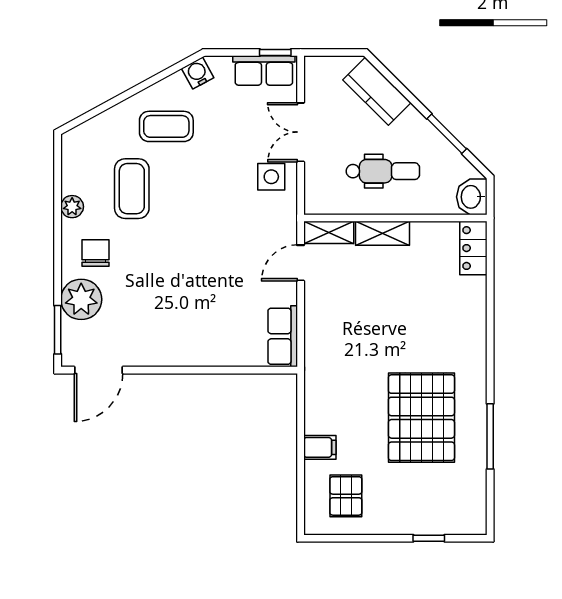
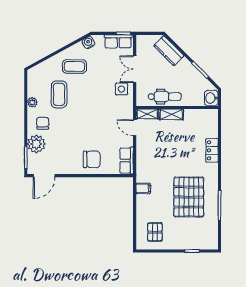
dental chair: (383, 171) -> (165, 97), moved
locker: (473, 248) -> (212, 150), moved
door: (301, 263) -> (135, 128), hinge flipped
chair: (205, 334) -> (92, 159), added
filing cabinet: (320, 447) -> (143, 188), moved

